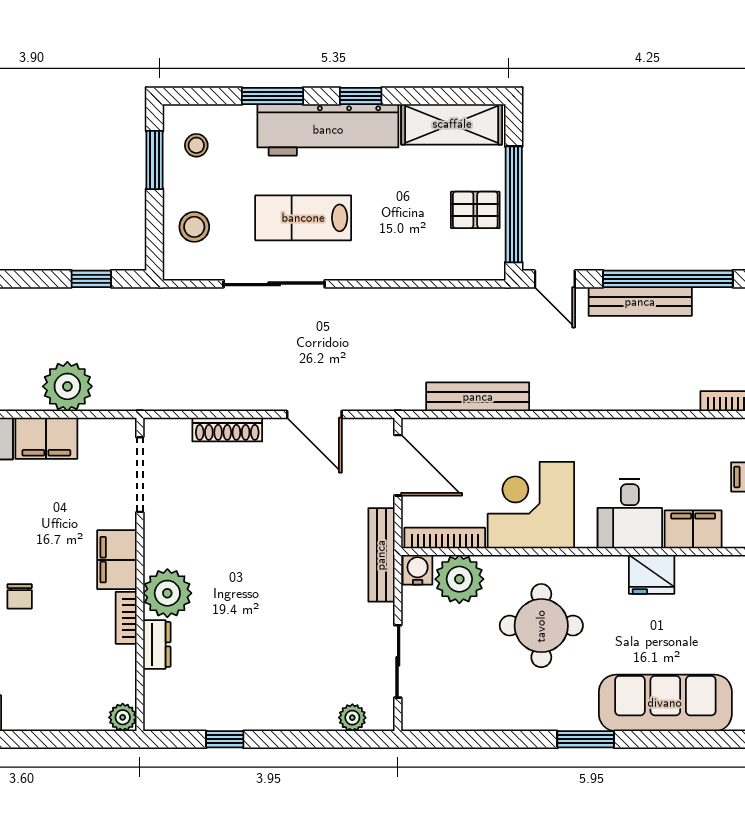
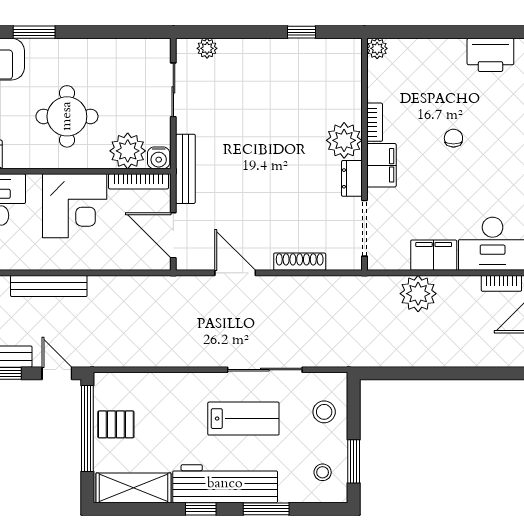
window: (91, 279) -> (400, 373), removed
bench: (478, 397) -> (49, 286), moved
dresser: (157, 644) -> (352, 178), moved

